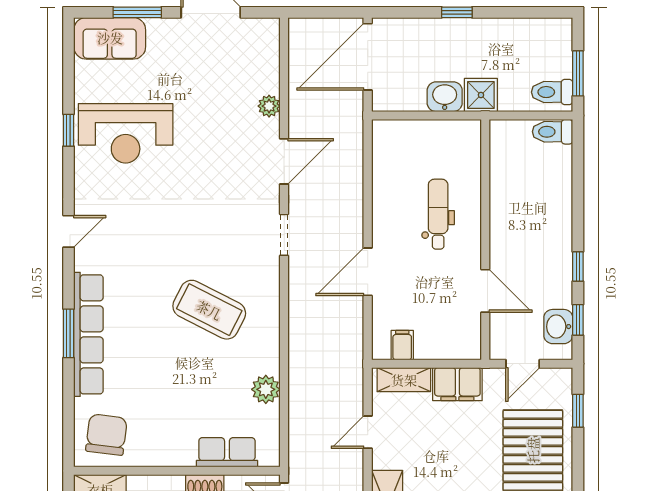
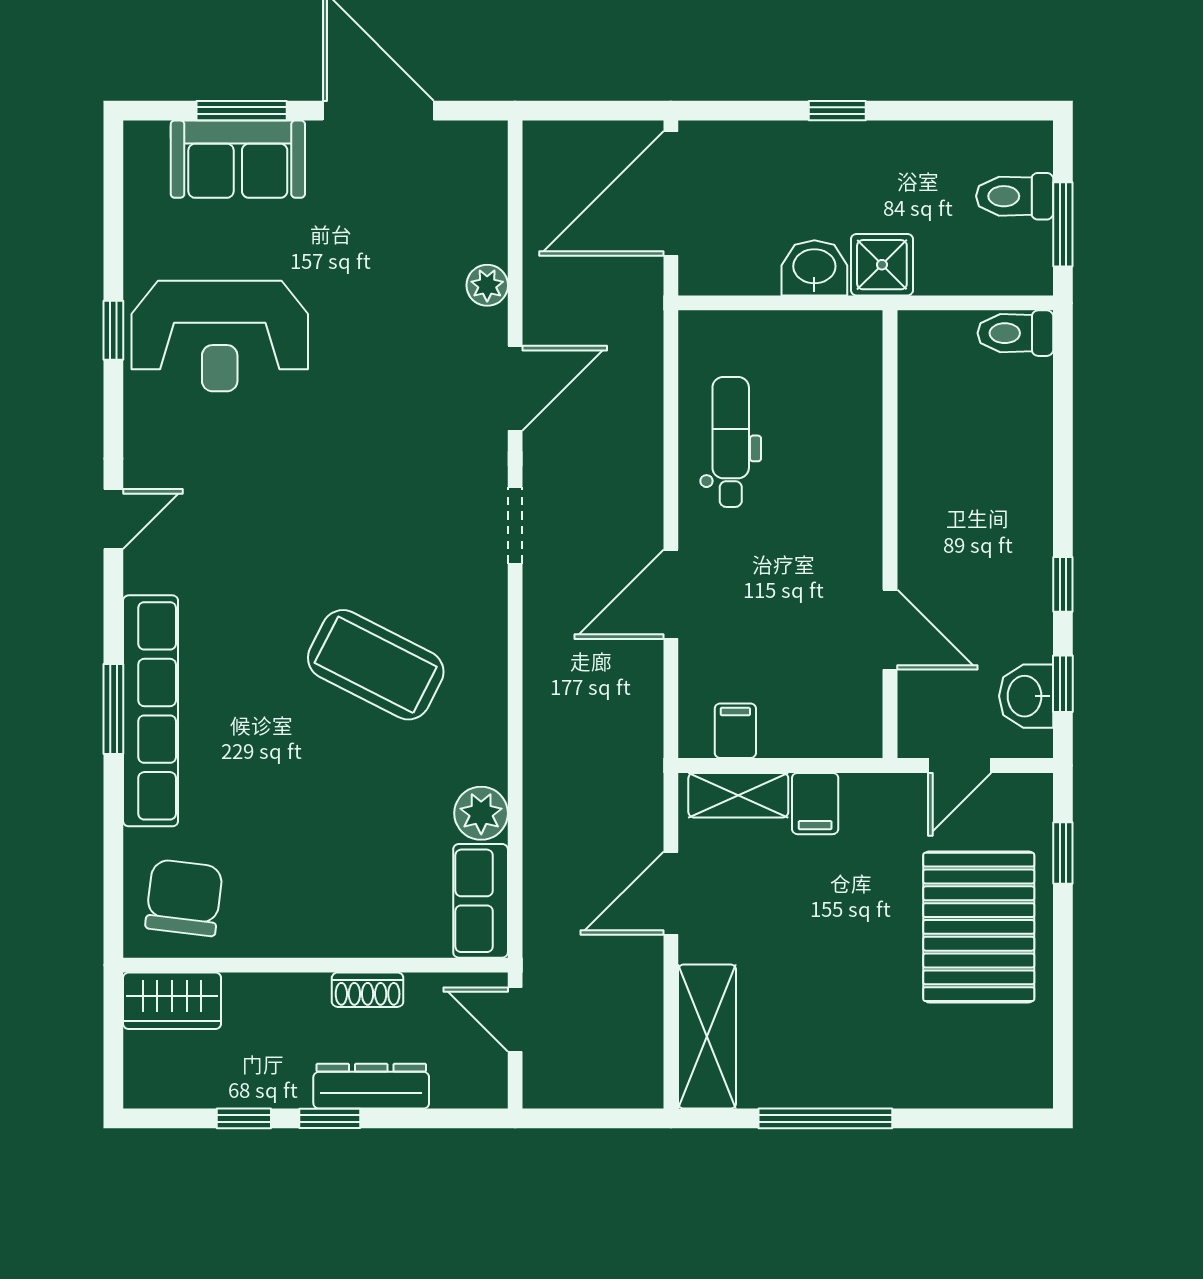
sofa: (110, 38) -> (238, 159), moved
toilet: (552, 92) -> (1015, 196), moved
dental chair: (438, 214) -> (731, 442), moved
filing cabinet: (457, 384) -> (815, 804), width x0.50
door: (368, 432) -> (671, 893), width x1.38
row of seats: (227, 452) -> (481, 901), moved, turned -90

